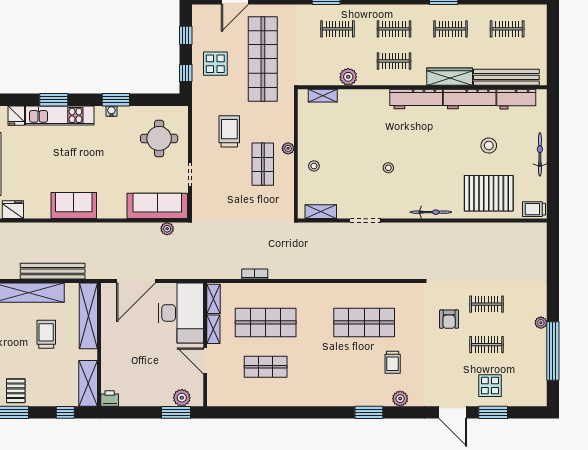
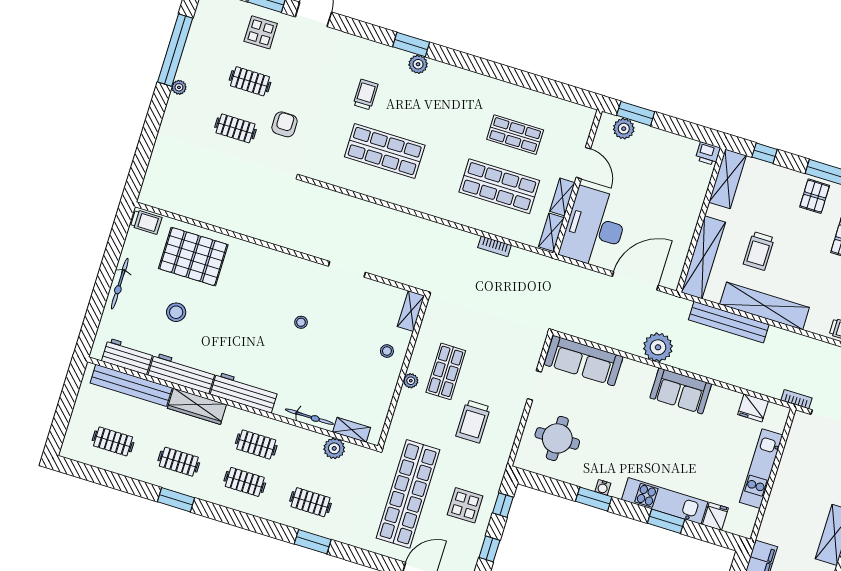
plant: (348, 77) -> (334, 448), moved
shelving: (321, 212) -> (411, 311), moved, turned 90
bicycle: (431, 212) -> (309, 417), moved, turned 180
plant: (167, 229) -> (658, 347), moved, width x1.87, depth x1.87
plant: (400, 399) -> (418, 64), moved

